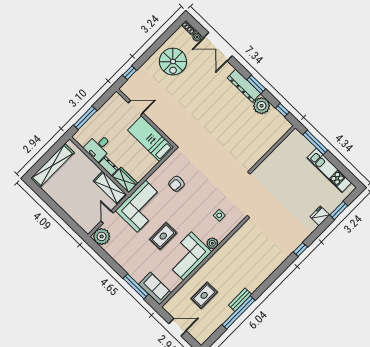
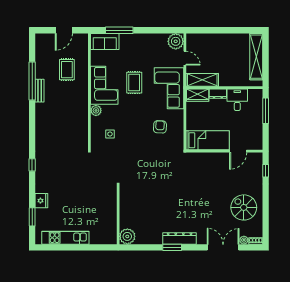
plant: (261, 106) -> (127, 236), moved
window: (282, 110) -> (137, 247), removed
window: (315, 142) -> (93, 247), removed

